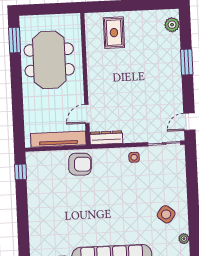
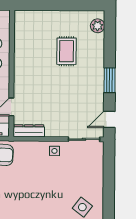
rug: (114, 33) -> (67, 51), moved
window: (187, 62) -> (110, 80), moved

